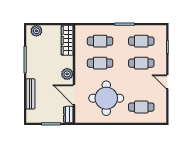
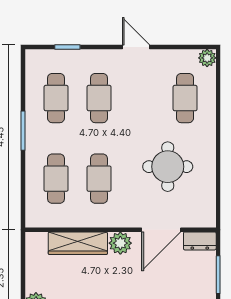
wardrobe: (67, 40) -> (78, 243), moved
door: (167, 82) -> (136, 47), swing flipped
round table: (106, 98) -> (168, 167), width x0.73, depth x0.73
plant: (162, 118) -> (207, 58), added

